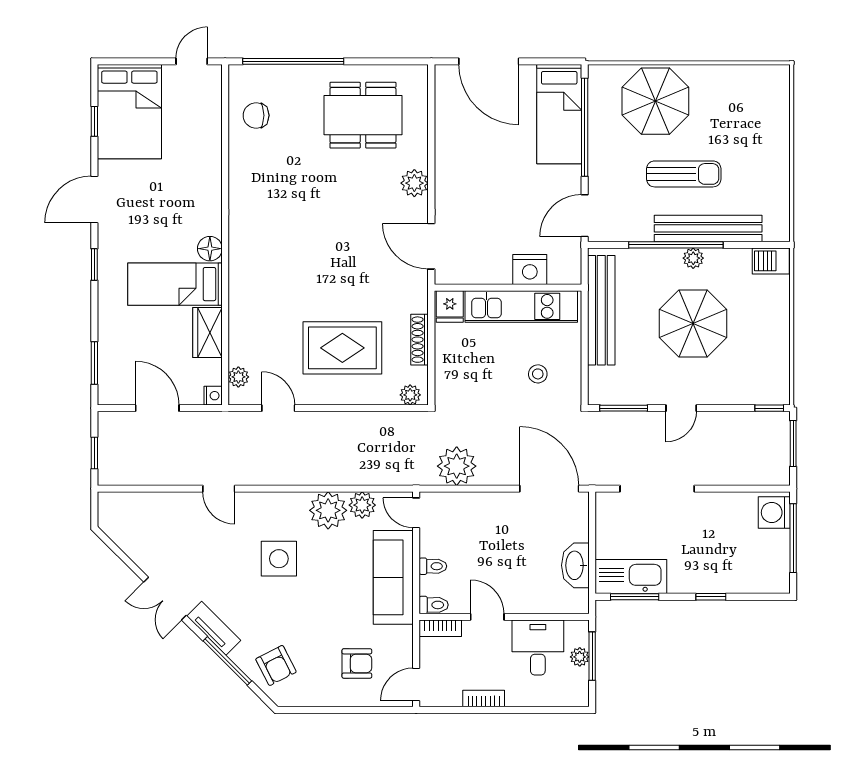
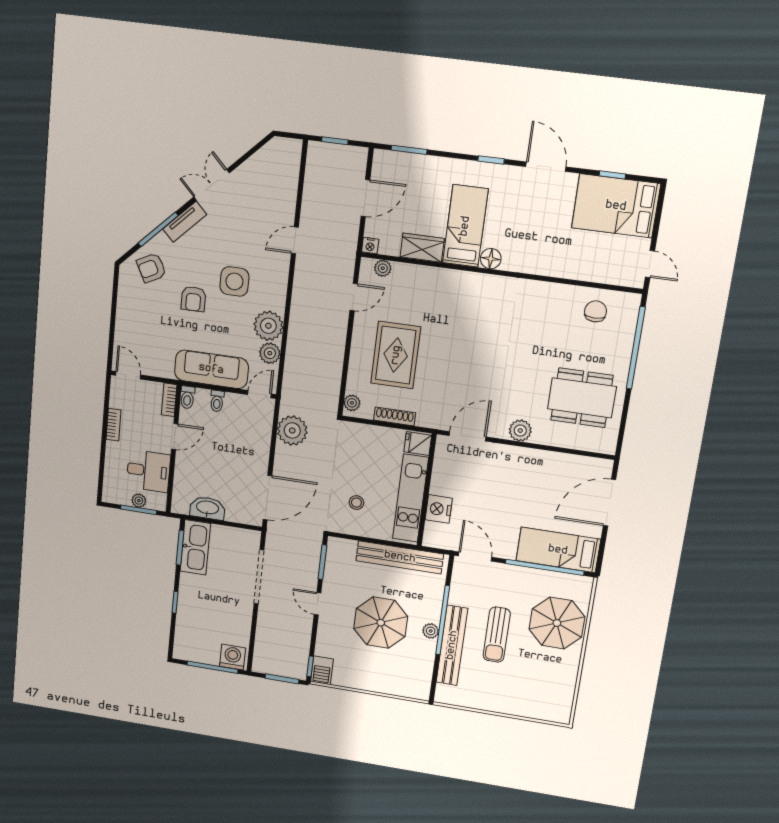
dining table: (363, 115) -> (582, 398), turned 90
barbecue: (771, 261) -> (322, 670), moved, turned 180
armchair: (357, 663) -> (193, 299), moved

